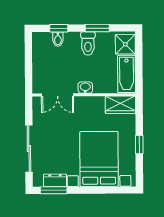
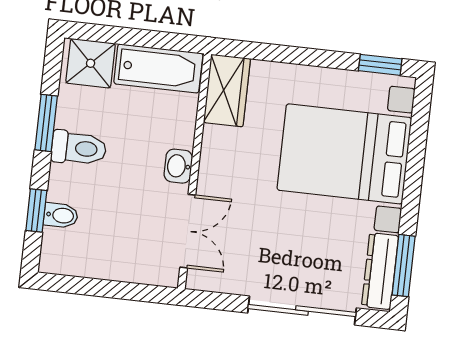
window: (139, 145) -> (380, 65), moved
dresser: (55, 180) -> (380, 271), width x1.44

